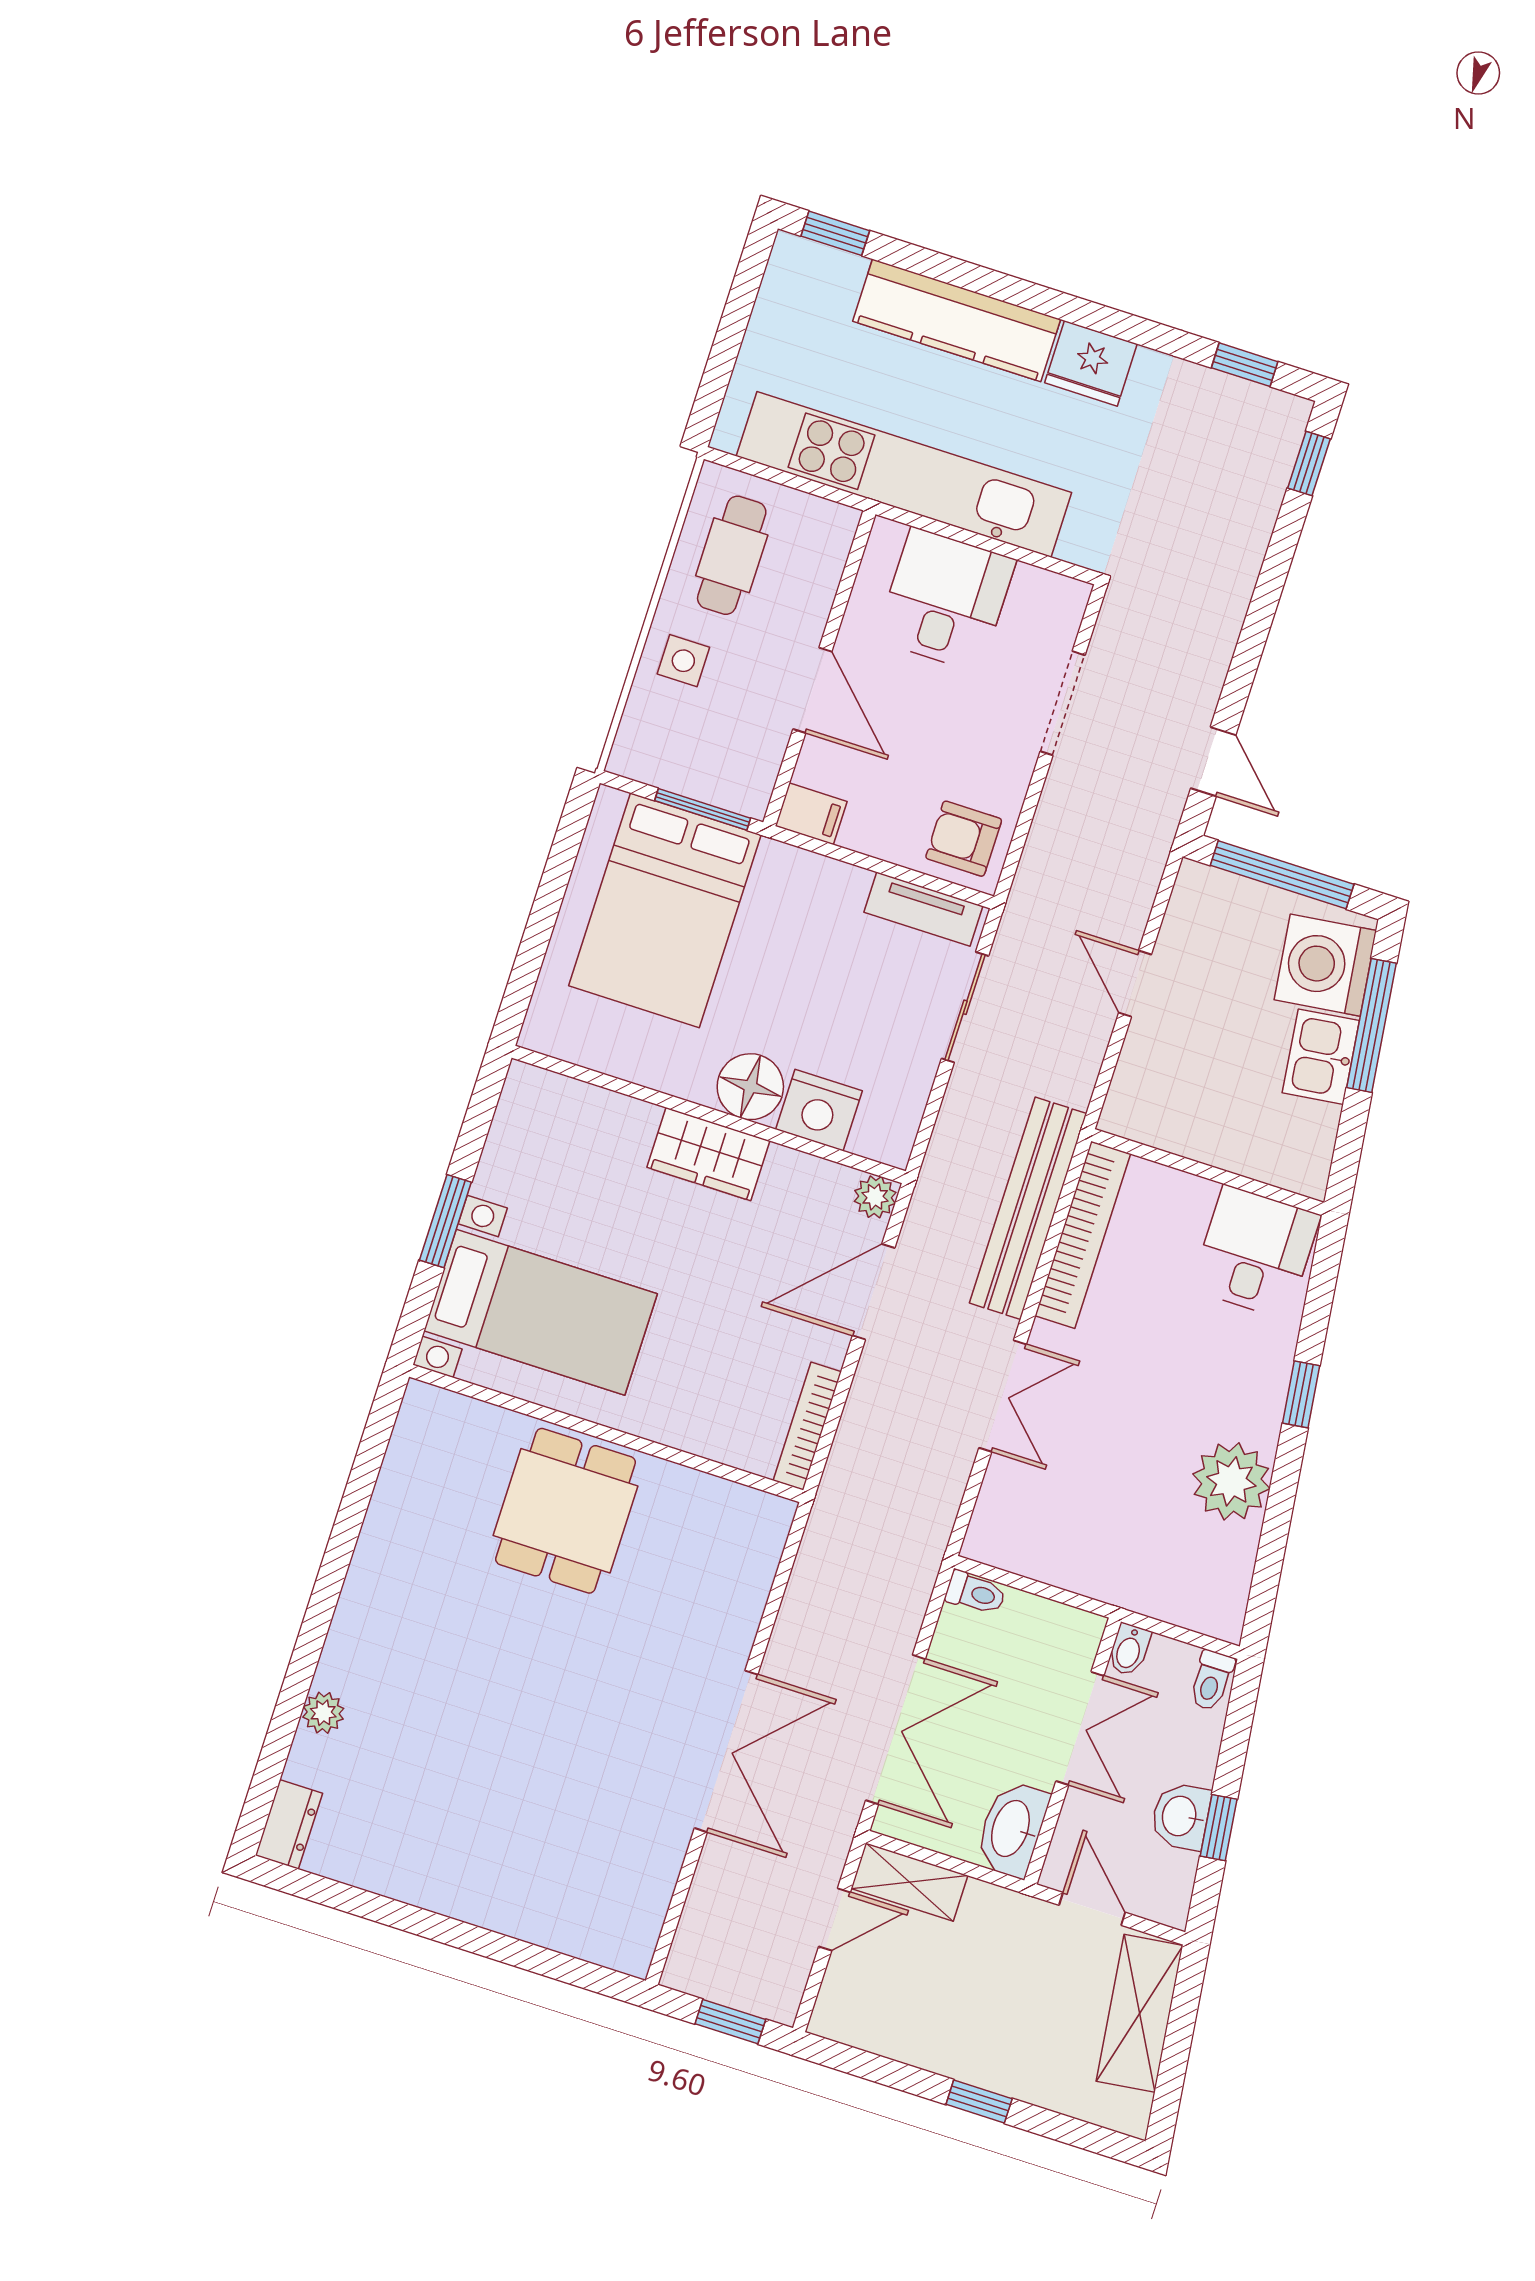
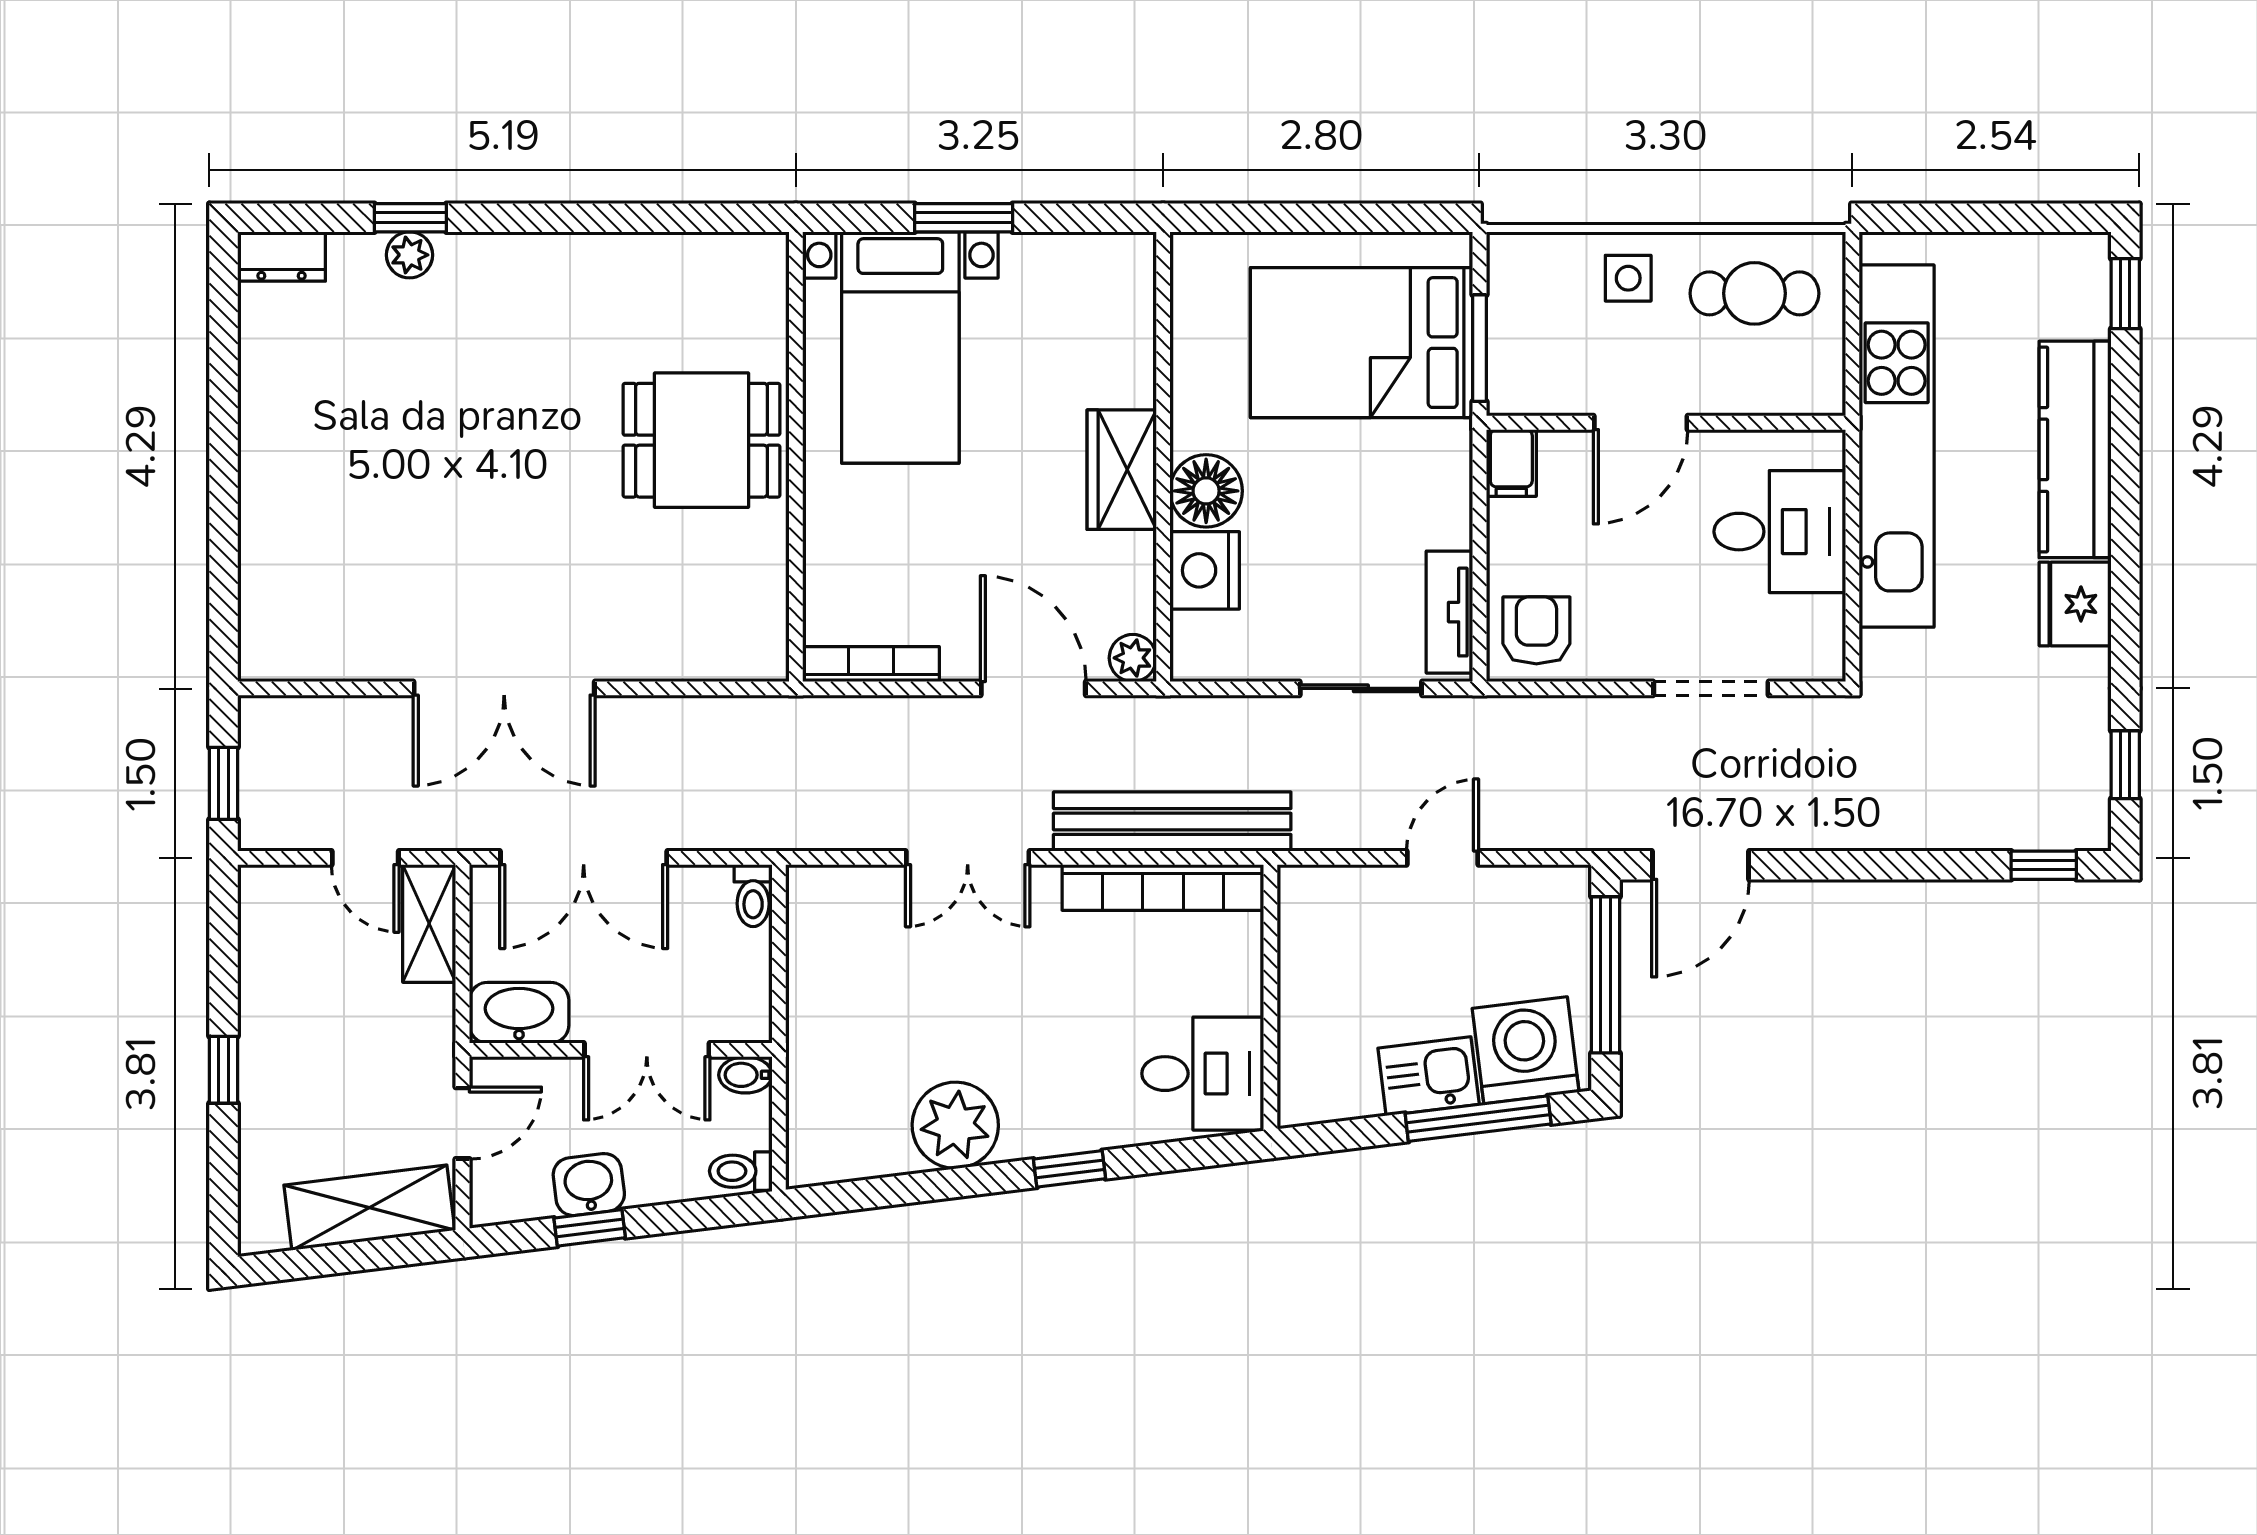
door: (1213, 762) -> (1700, 865), width x1.38
window: (291, 1702) -> (410, 218), added

